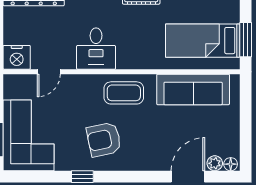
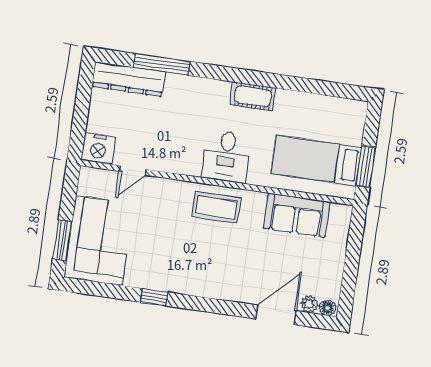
desk: (96, 49) -> (226, 157), moved
sofa: (193, 89) -> (297, 215), width x0.73
armchair: (104, 139) -> (185, 258), removed

